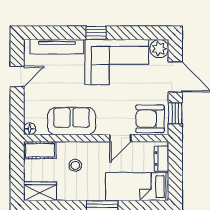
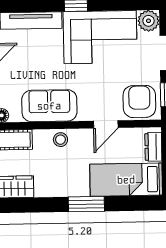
armchair: (150, 119) -> (139, 102), turned 90
stool: (75, 165) -> (60, 140), moved

